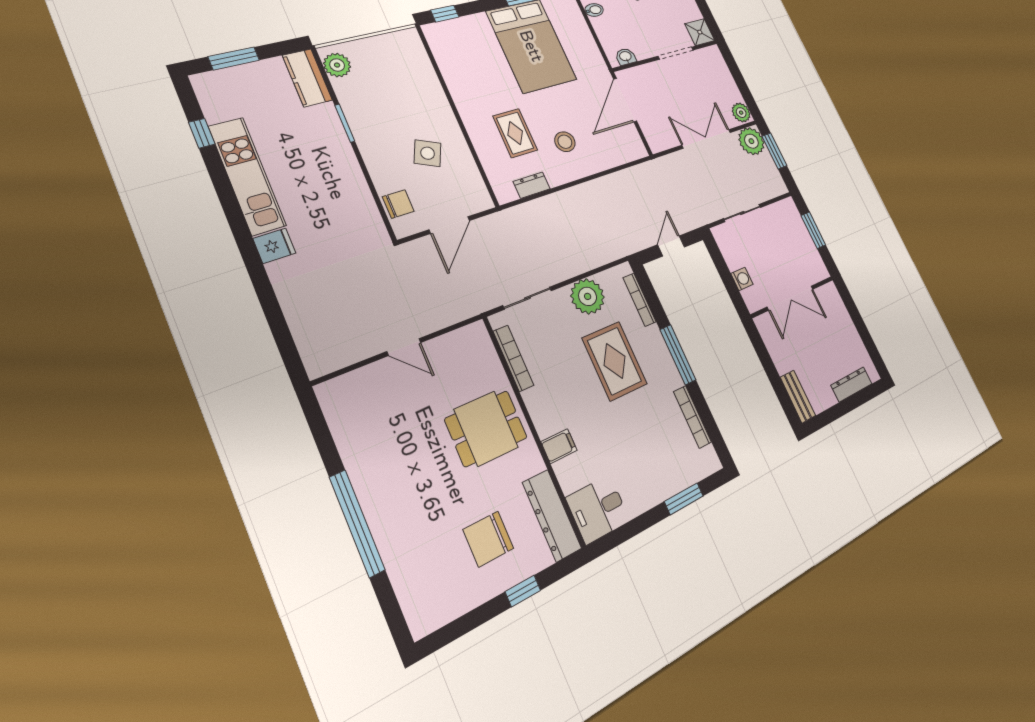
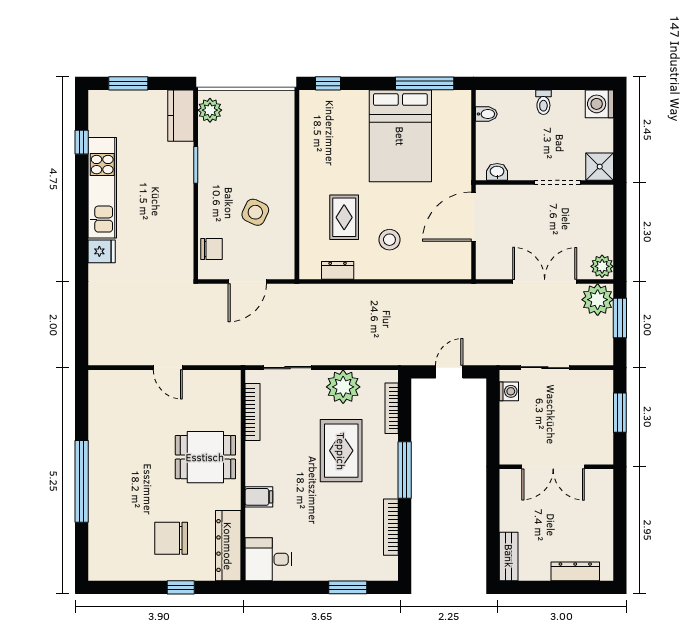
washing machine: (742, 279) -> (509, 391), moved

